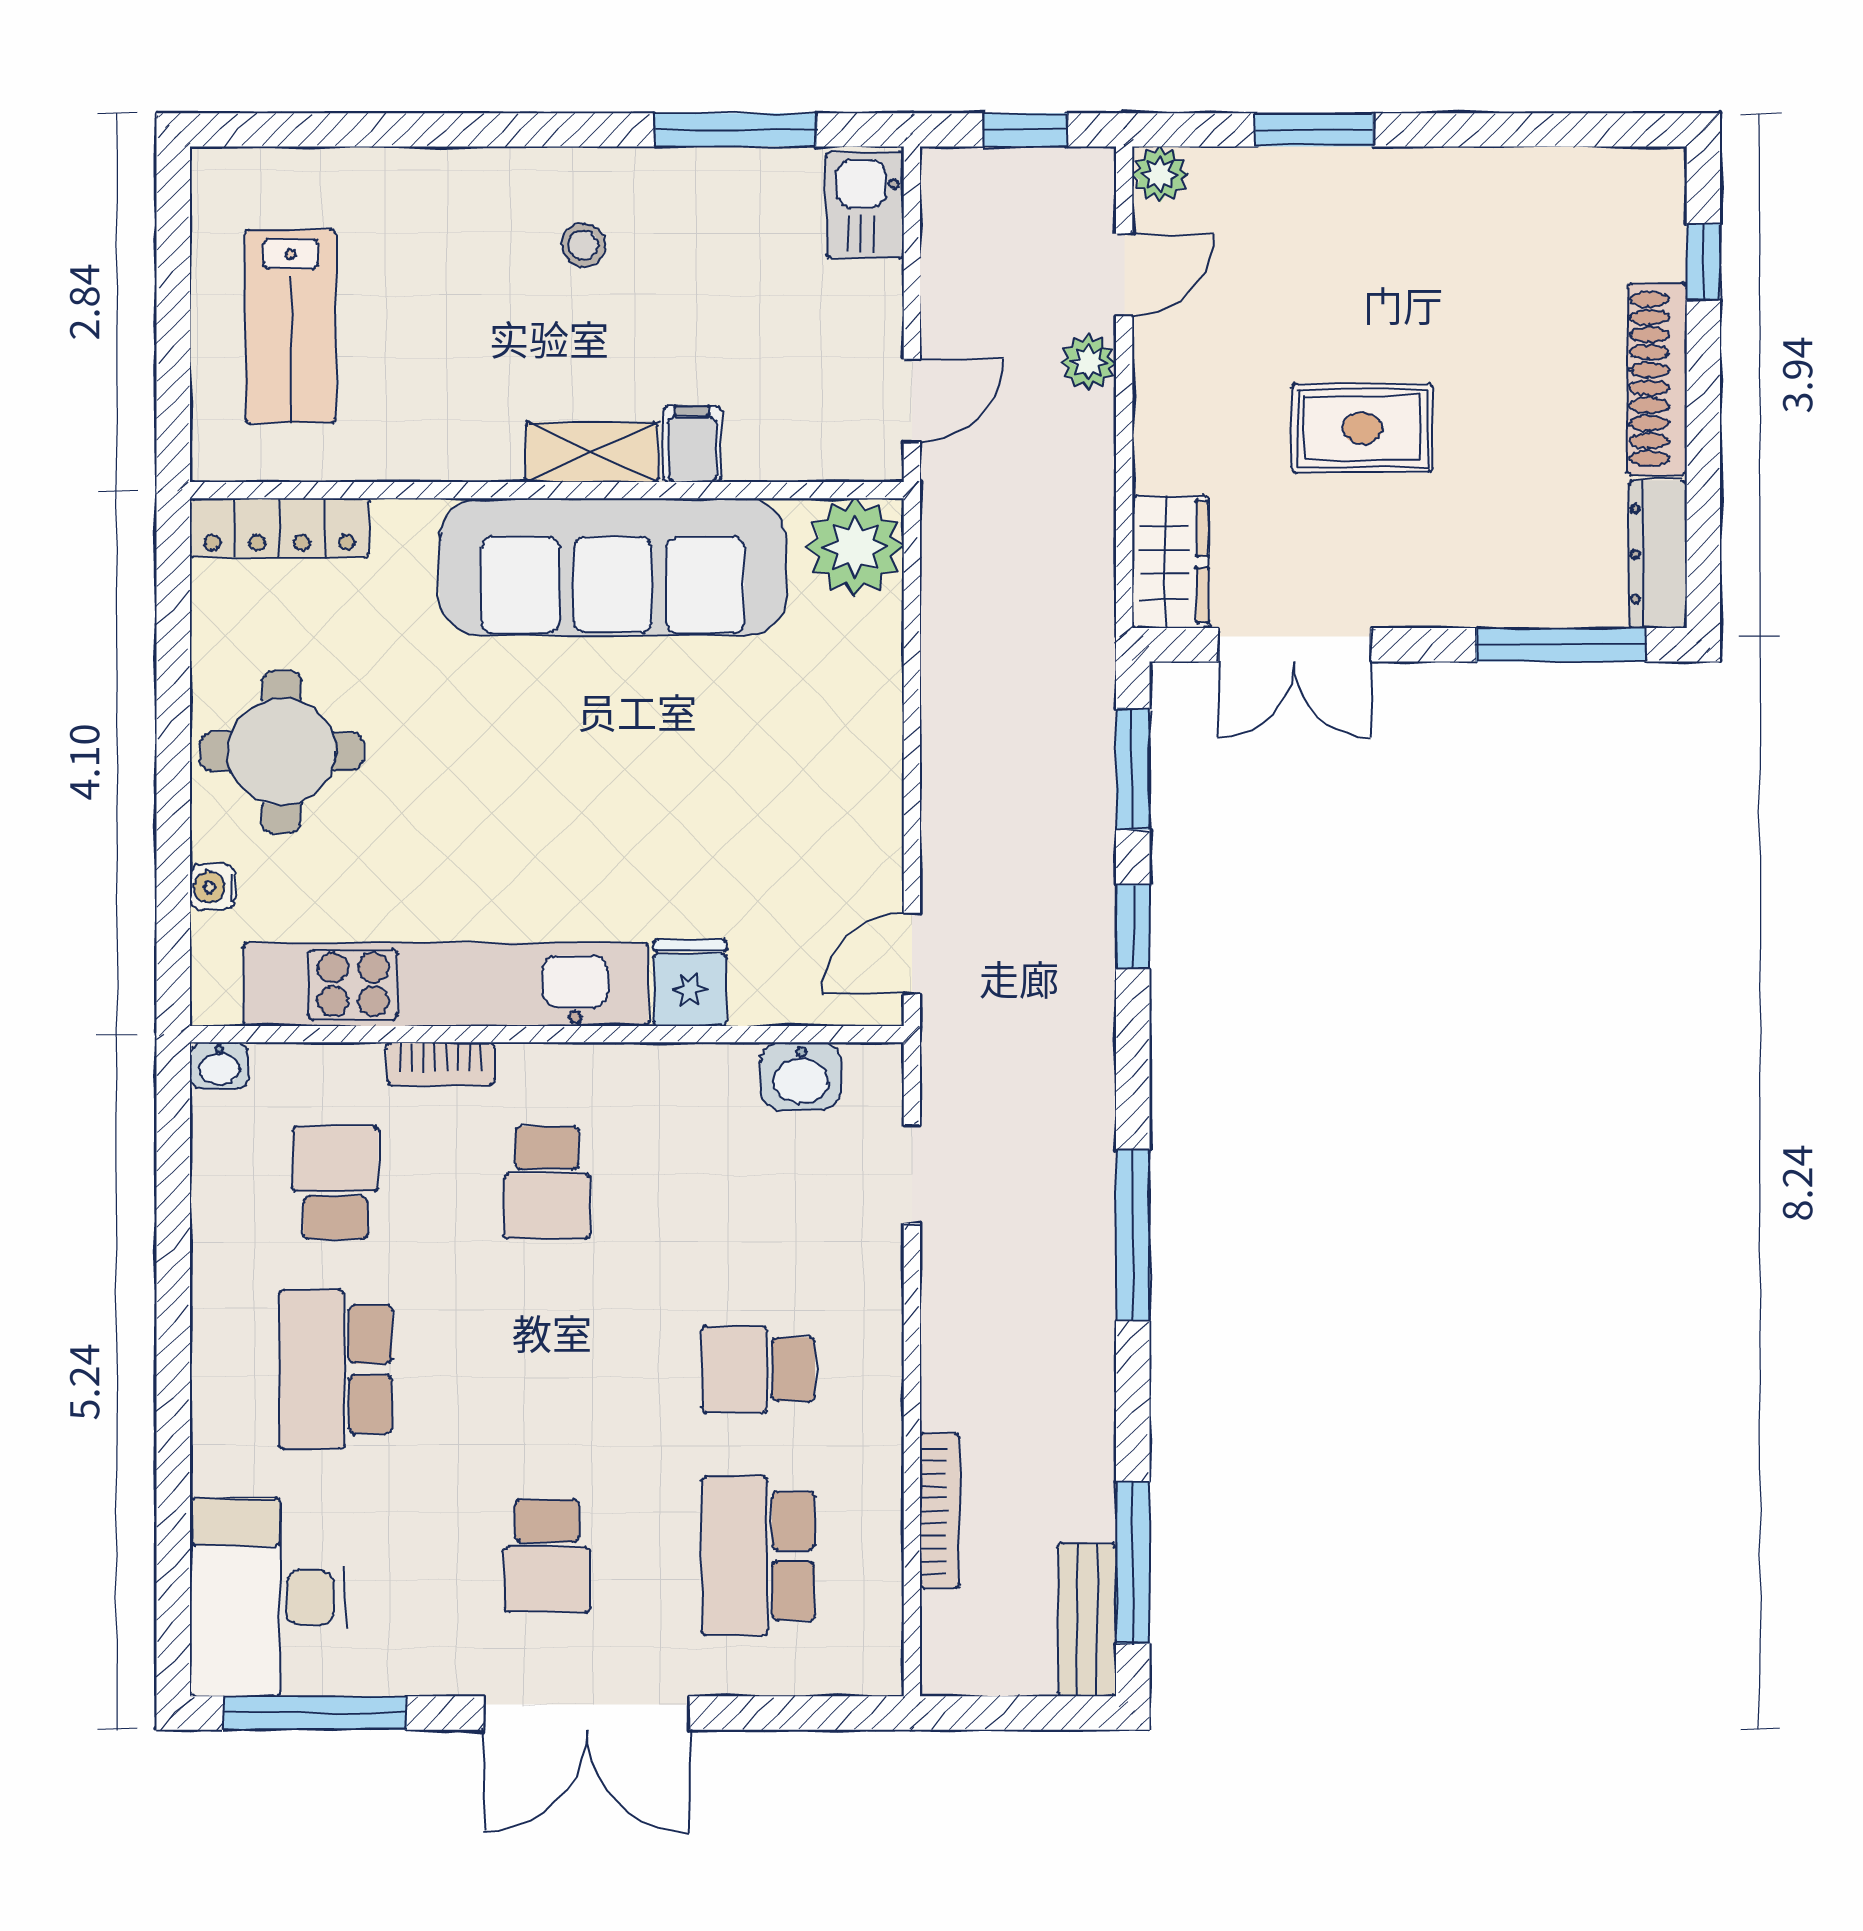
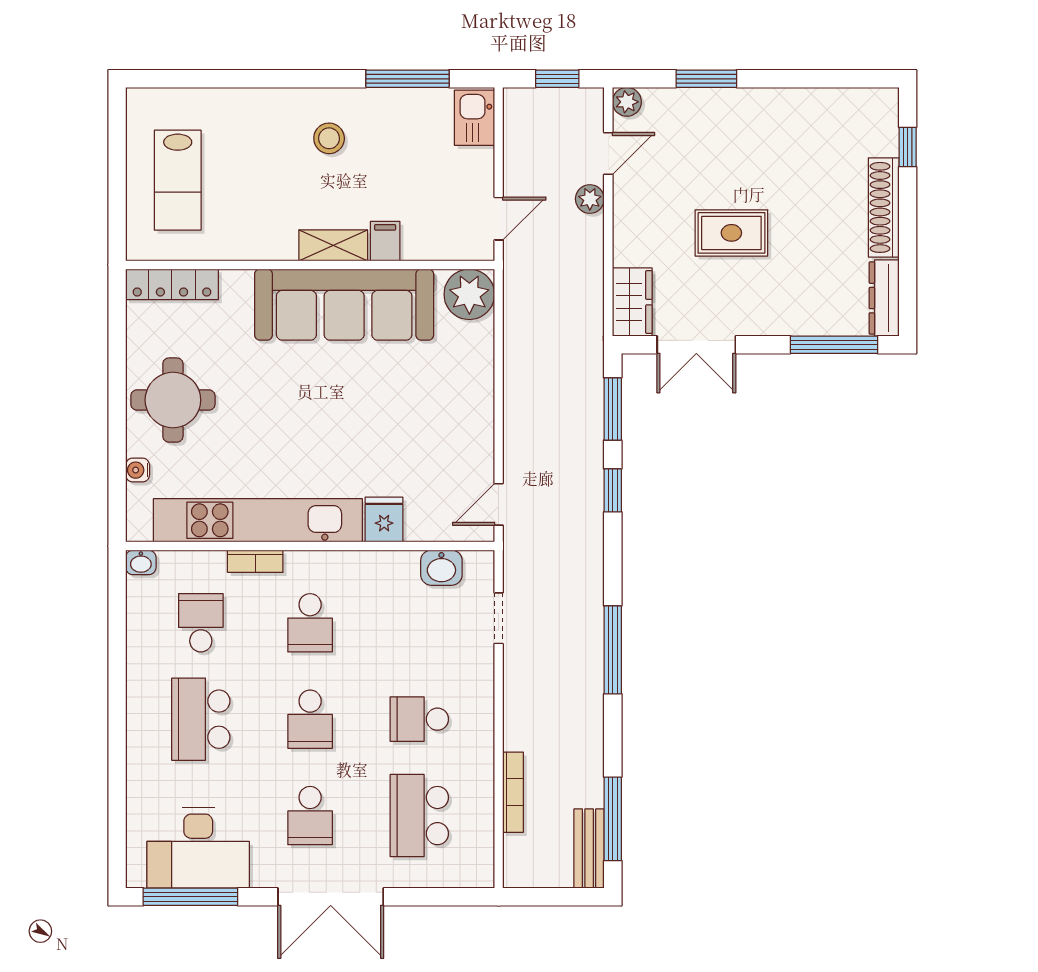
stool: (584, 245) -> (329, 138), width x1.37, depth x1.37
school desk: (547, 1369) -> (310, 719), added
desk: (268, 1597) -> (198, 848), moved, turned -90

